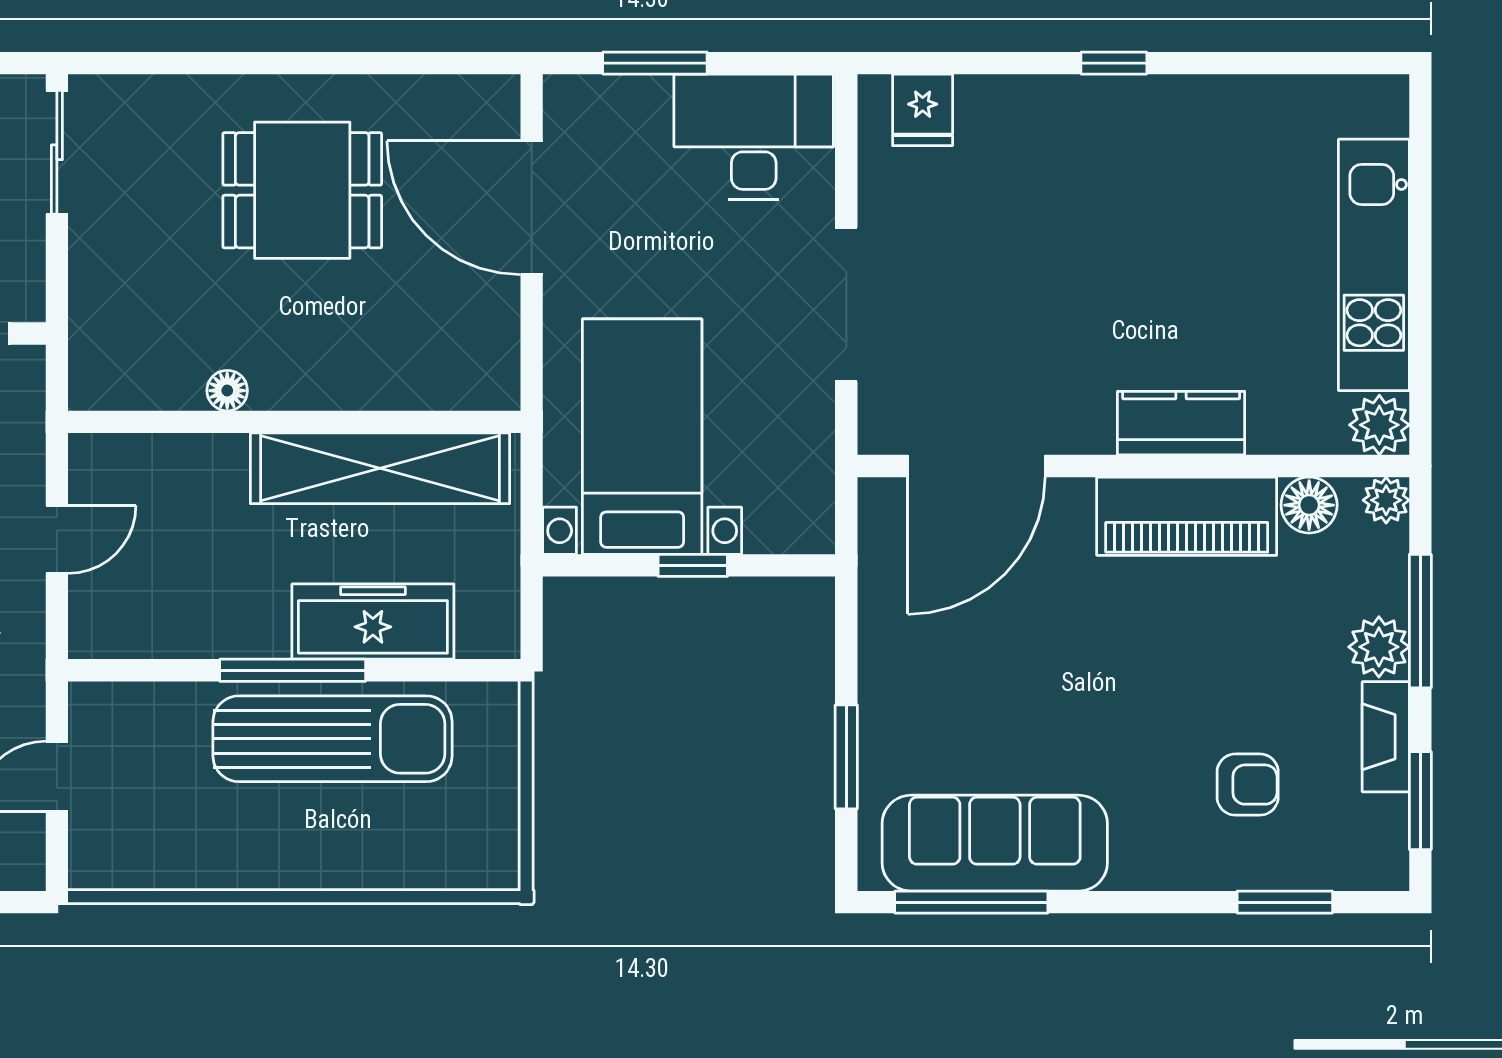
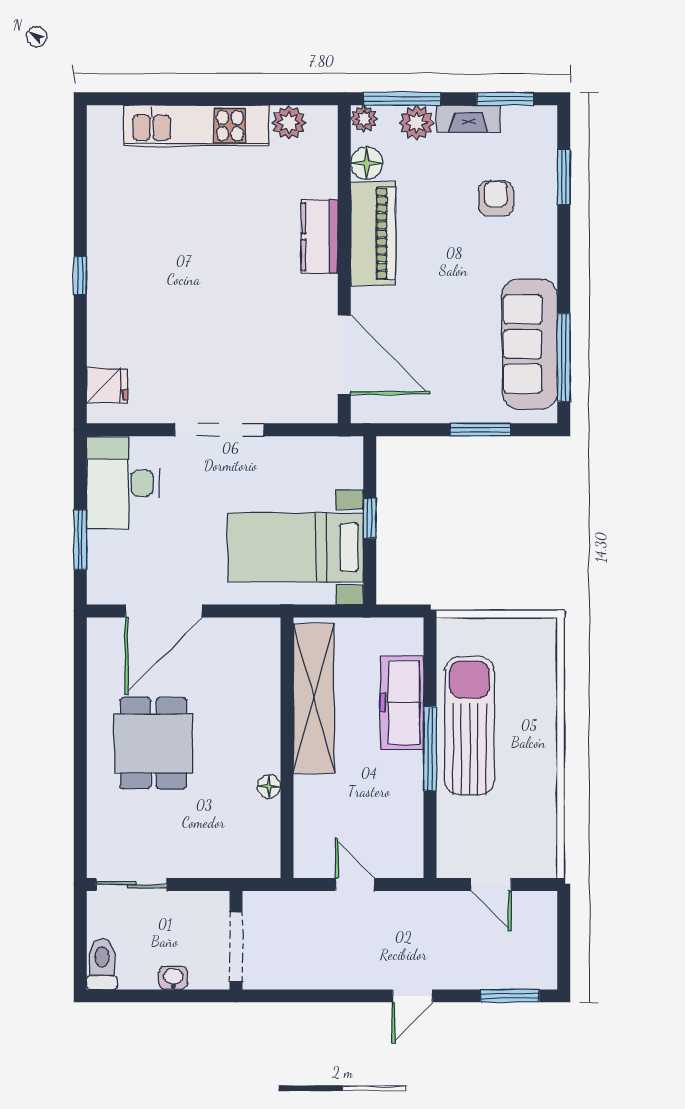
kitchen counter: (1181, 423) -> (320, 237), moved
door: (976, 466) -> (344, 355), moved
wall: (1133, 466) -> (344, 264), moved
plant: (1386, 500) -> (364, 119), moved
floor lamp: (1309, 505) -> (367, 163), moved
piano: (1187, 516) -> (373, 233), moved

